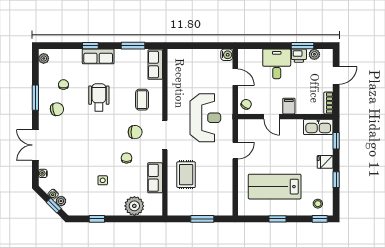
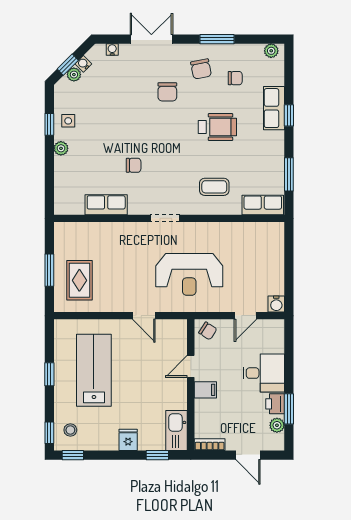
row of seats: (98, 56) -> (274, 108), moved
chair: (135, 132) -> (167, 92), moved
doorway: (165, 135) -> (165, 218), width x0.73
rug: (186, 175) -> (79, 280), moved, turned 90
side table: (103, 180) -> (68, 121), moved
window: (336, 180) -> (73, 455), moved
plant: (134, 206) -> (61, 148), moved, width x0.53, depth x0.53

